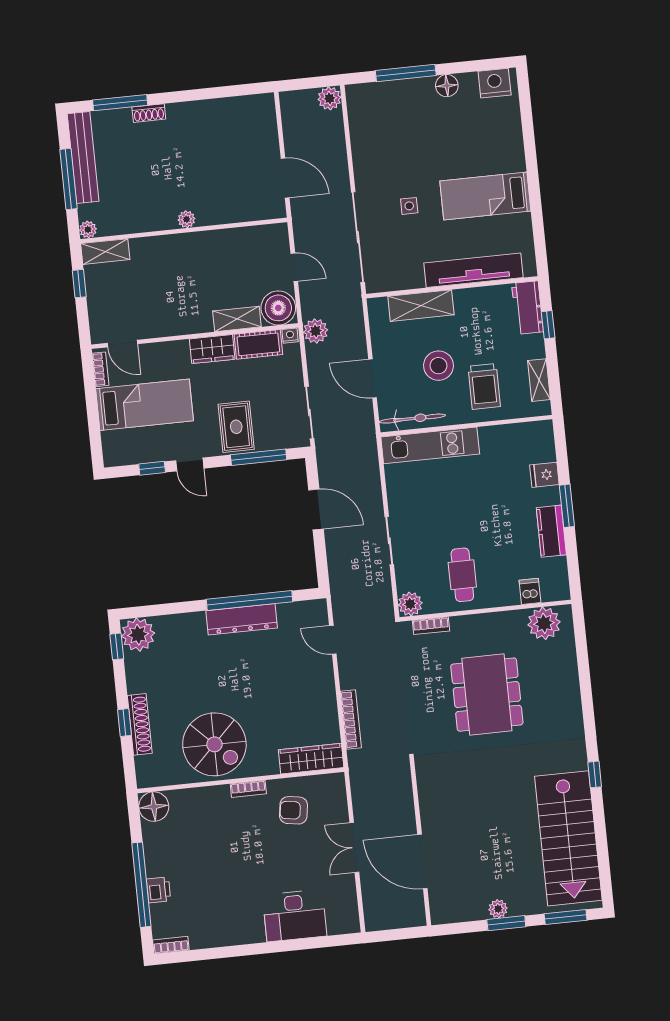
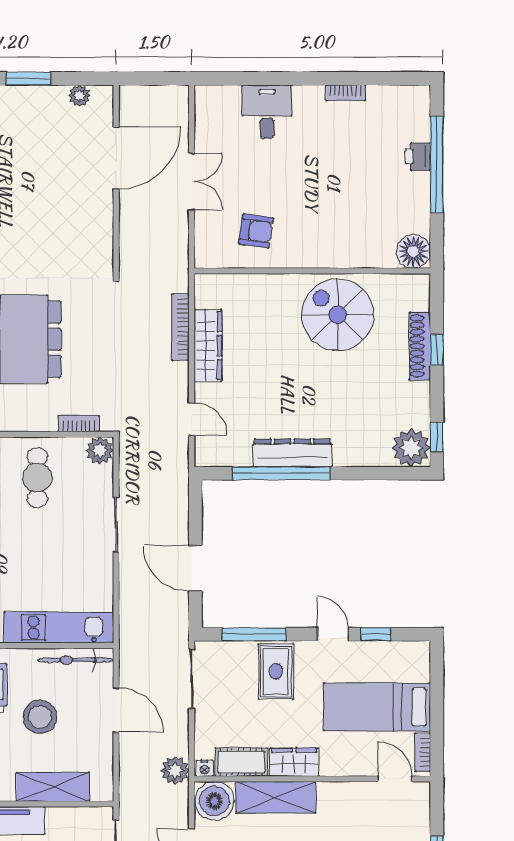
shelving: (237, 319) -> (276, 797), width x1.50, depth x1.33
wardrobe: (311, 759) -> (208, 346), moved, turned -90
bookcase: (248, 789) -> (304, 260), removed
door: (422, 862) -> (116, 158), hinge flipped
plant: (498, 909) -> (79, 96), moved
desk: (295, 916) -> (267, 112), width x0.73
bookcase: (171, 945) -> (345, 93), moved

